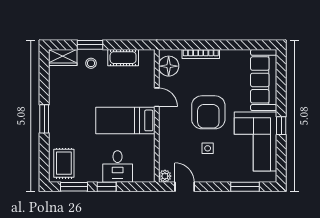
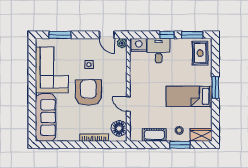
bed: (125, 120) -> (189, 96), moved, turned 180
window: (281, 126) -> (32, 82), removed
nightstand: (143, 174) -> (139, 45), added

